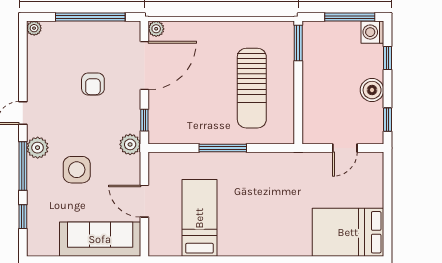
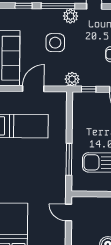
window: (223, 148) -> (69, 159), moved
door: (345, 148) -> (68, 212), moved

